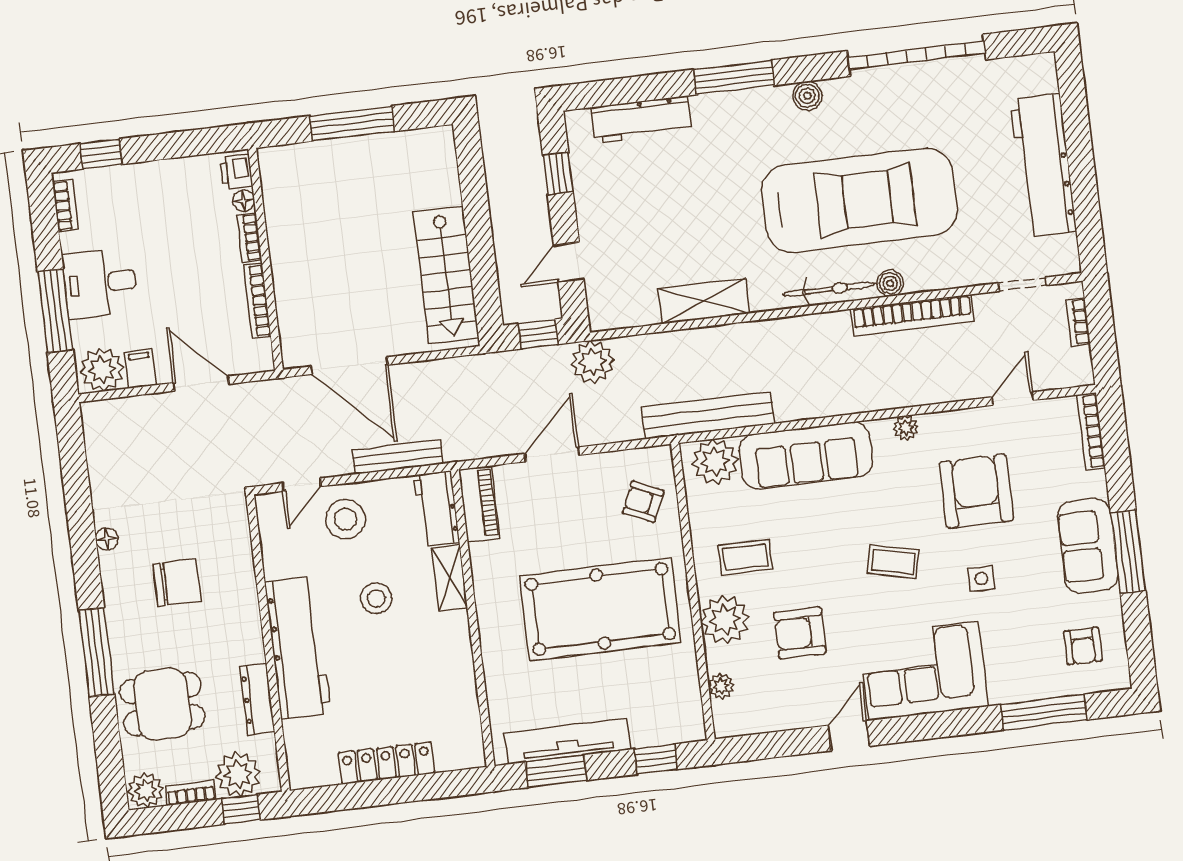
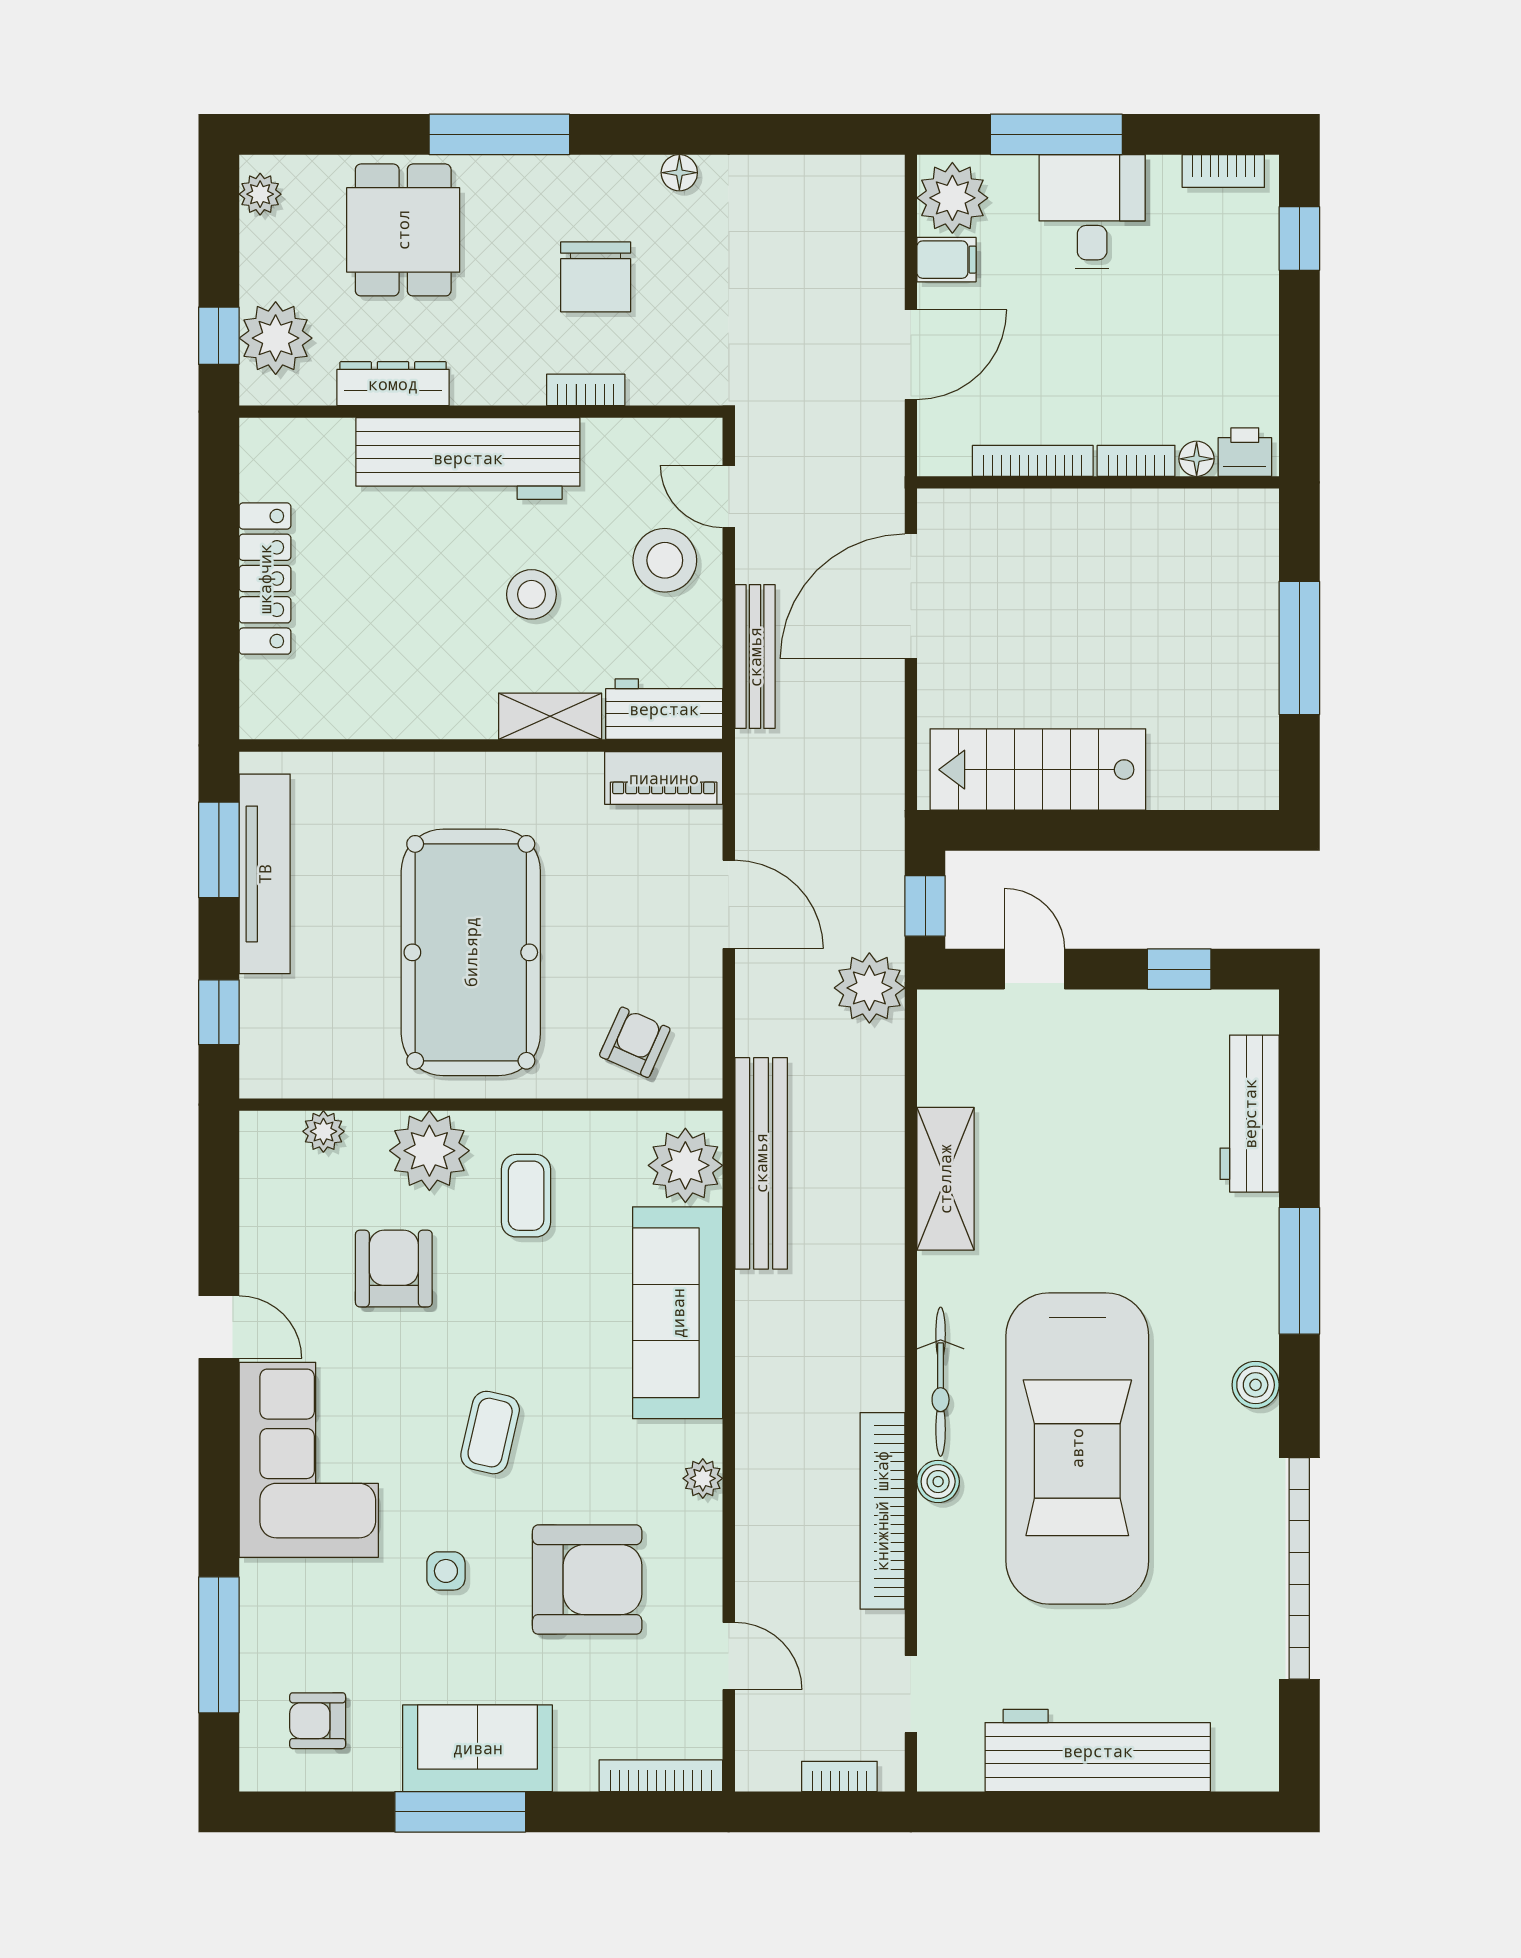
plant: (146, 790) -> (260, 194), width x0.73, depth x0.73
bookcase: (191, 793) -> (586, 390), moved, turned -90

